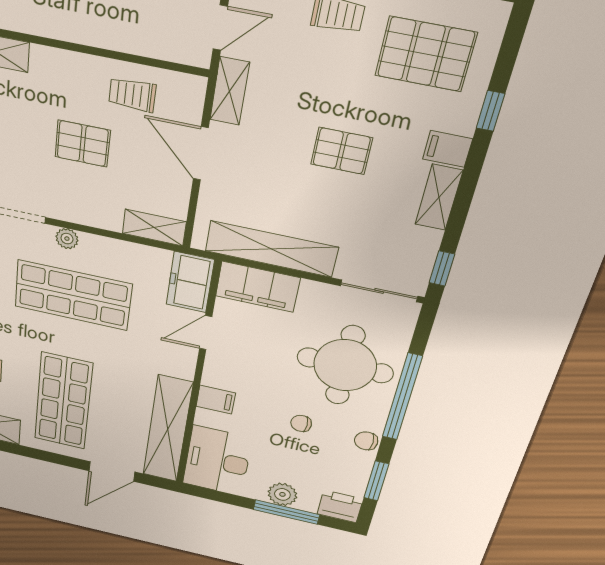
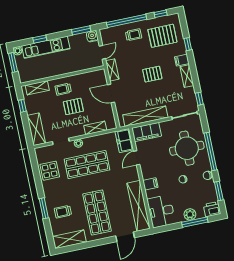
trolley: (132, 95) -> (63, 89), moved
shelving: (154, 228) -> (95, 128), moved

